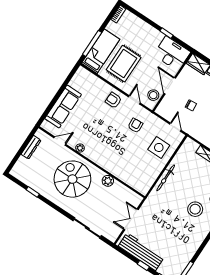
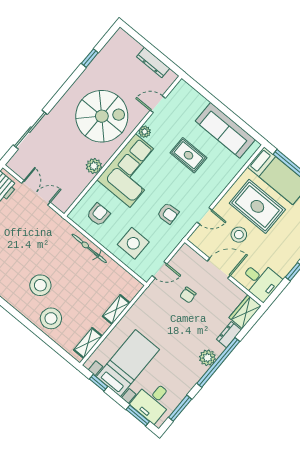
desk: (172, 54) -> (260, 281), width x0.73
stool: (153, 95) -> (239, 235), moved
armchair: (113, 100) -> (98, 214), moved
sofa: (63, 107) -> (225, 130), moved
rug: (93, 116) -> (188, 155), added
door: (60, 141) -> (158, 104), swing flipped
corner sofa: (108, 153) -> (133, 170), added

